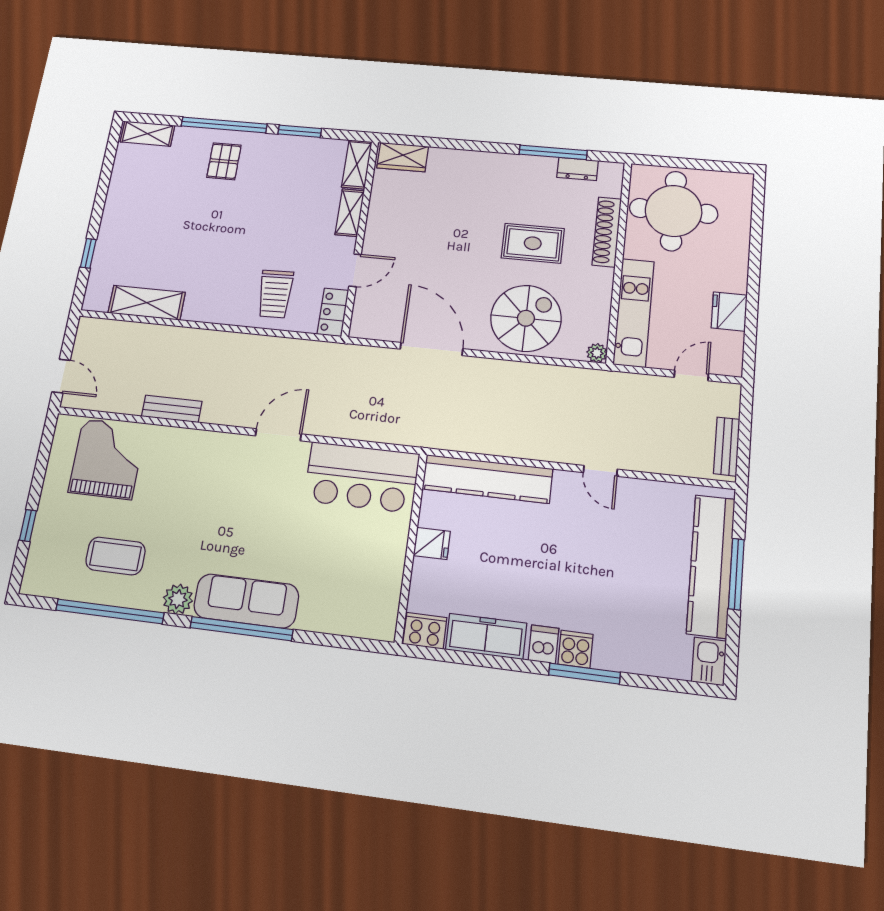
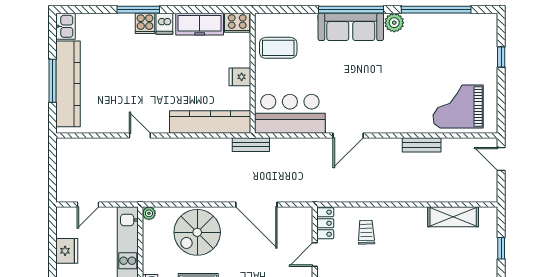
trolley: (275, 294) -> (366, 232), width x0.73, depth x0.72
bench: (727, 446) -> (251, 145), moved, turned 90
grand piano: (107, 459) -> (458, 107), turned 90
coffee table: (115, 556) -> (278, 48), moved

